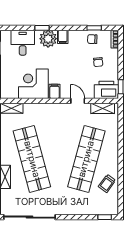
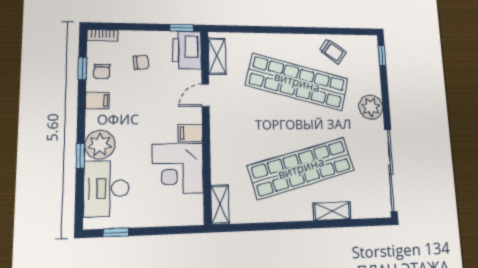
filing cabinet: (63, 37) -> (97, 101), moved
desk: (23, 43) -> (106, 188), width x1.37
plant: (70, 207) -> (371, 107), added

